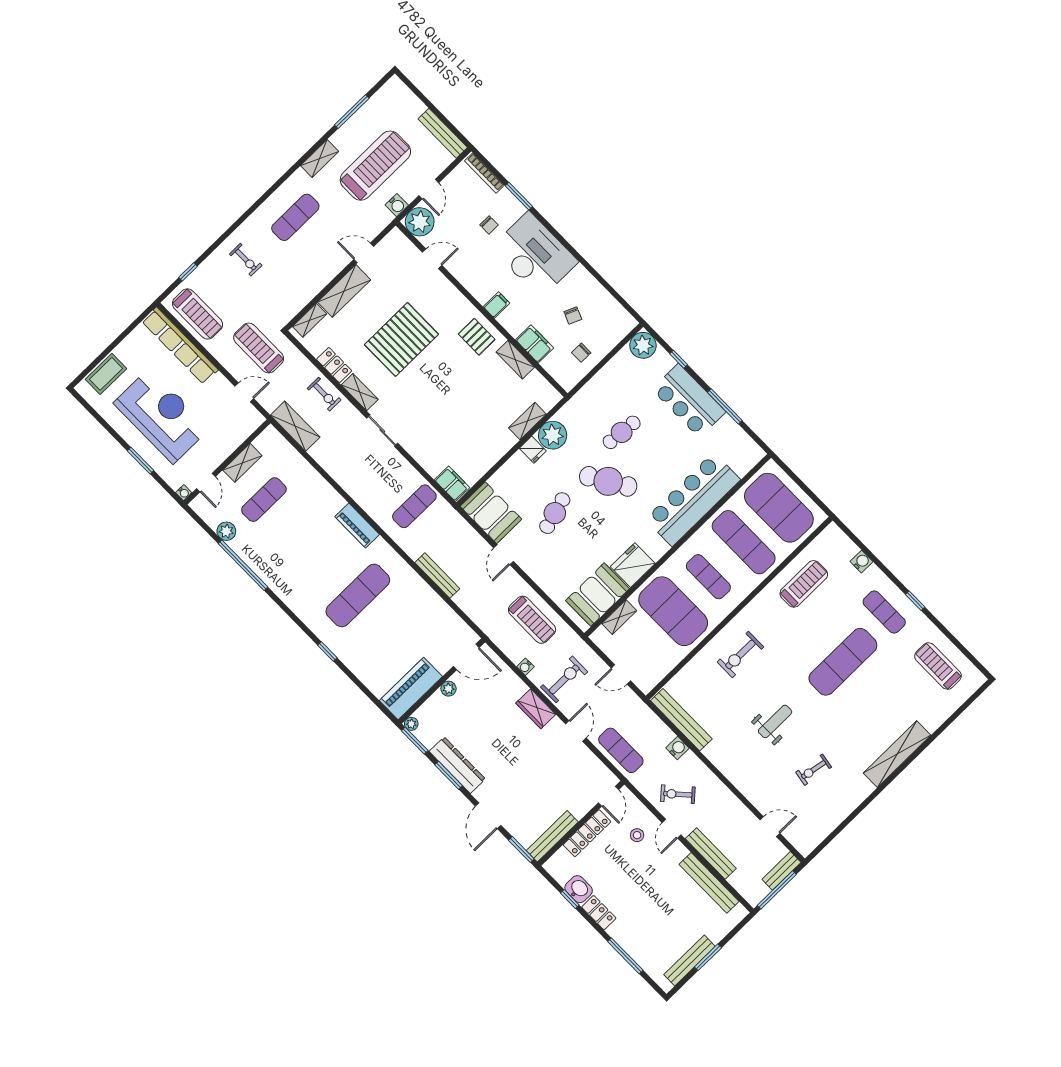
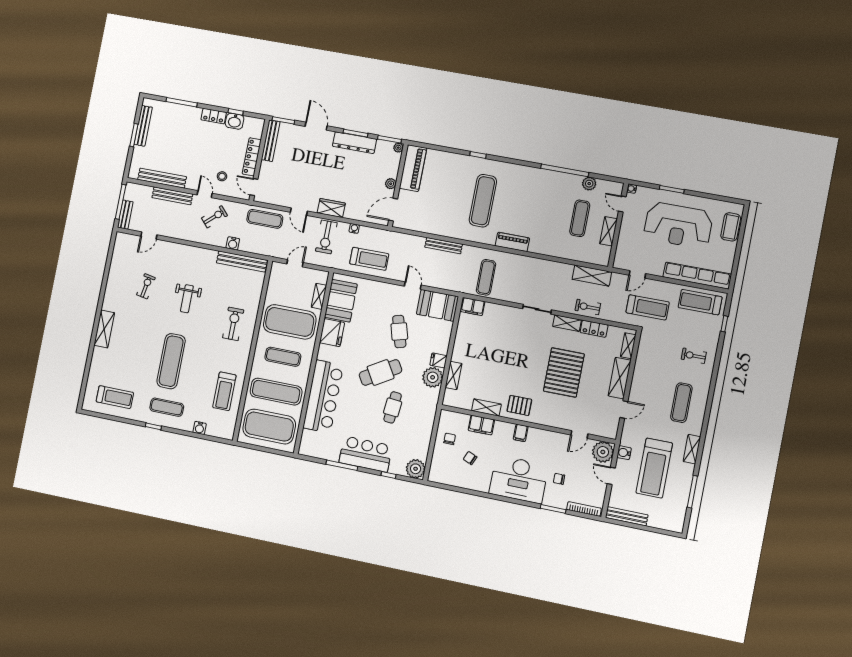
treadmill: (532, 620) -> (369, 259), turned 180
shelving: (897, 754) -> (104, 329), width x0.68

